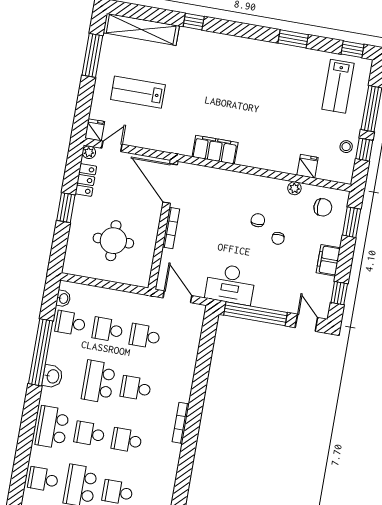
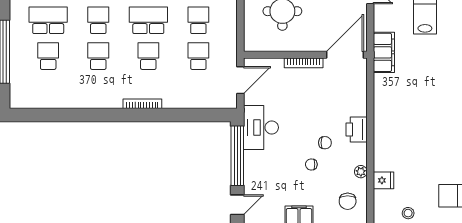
filing cabinet: (215, 150) -> (384, 52), moved
printer: (250, 185) -> (357, 130), added
bookcase: (181, 423) -> (142, 104), moved

